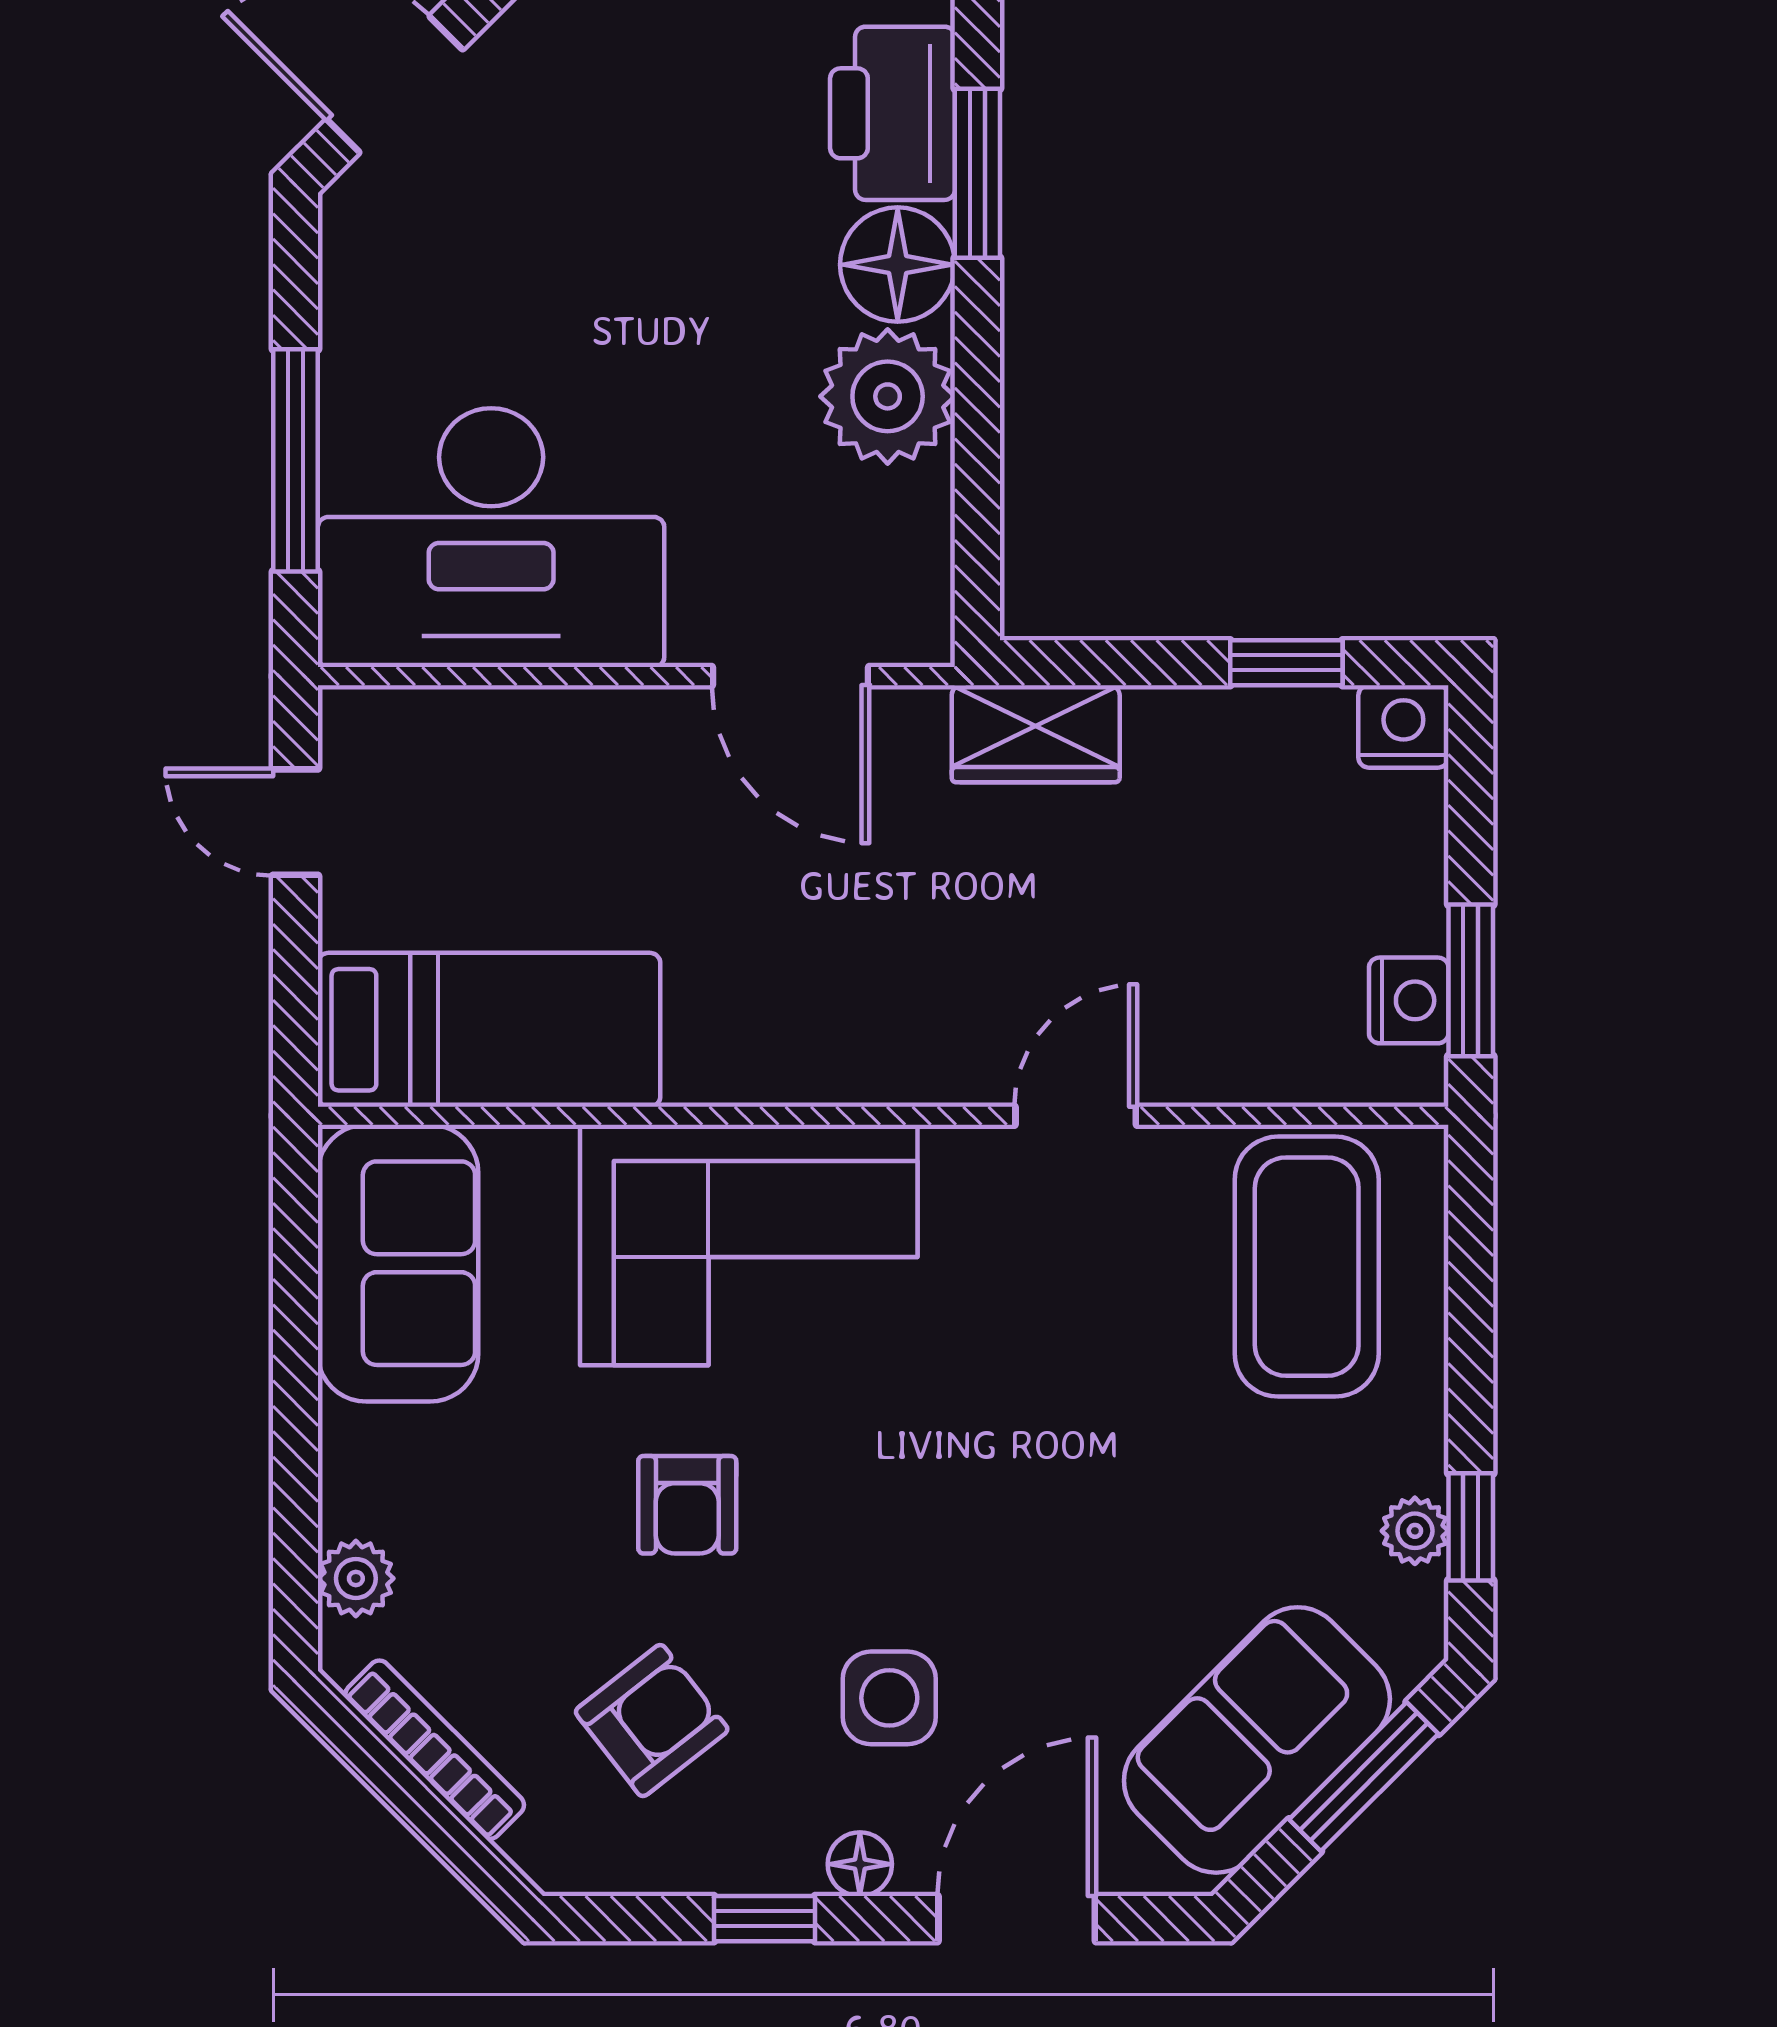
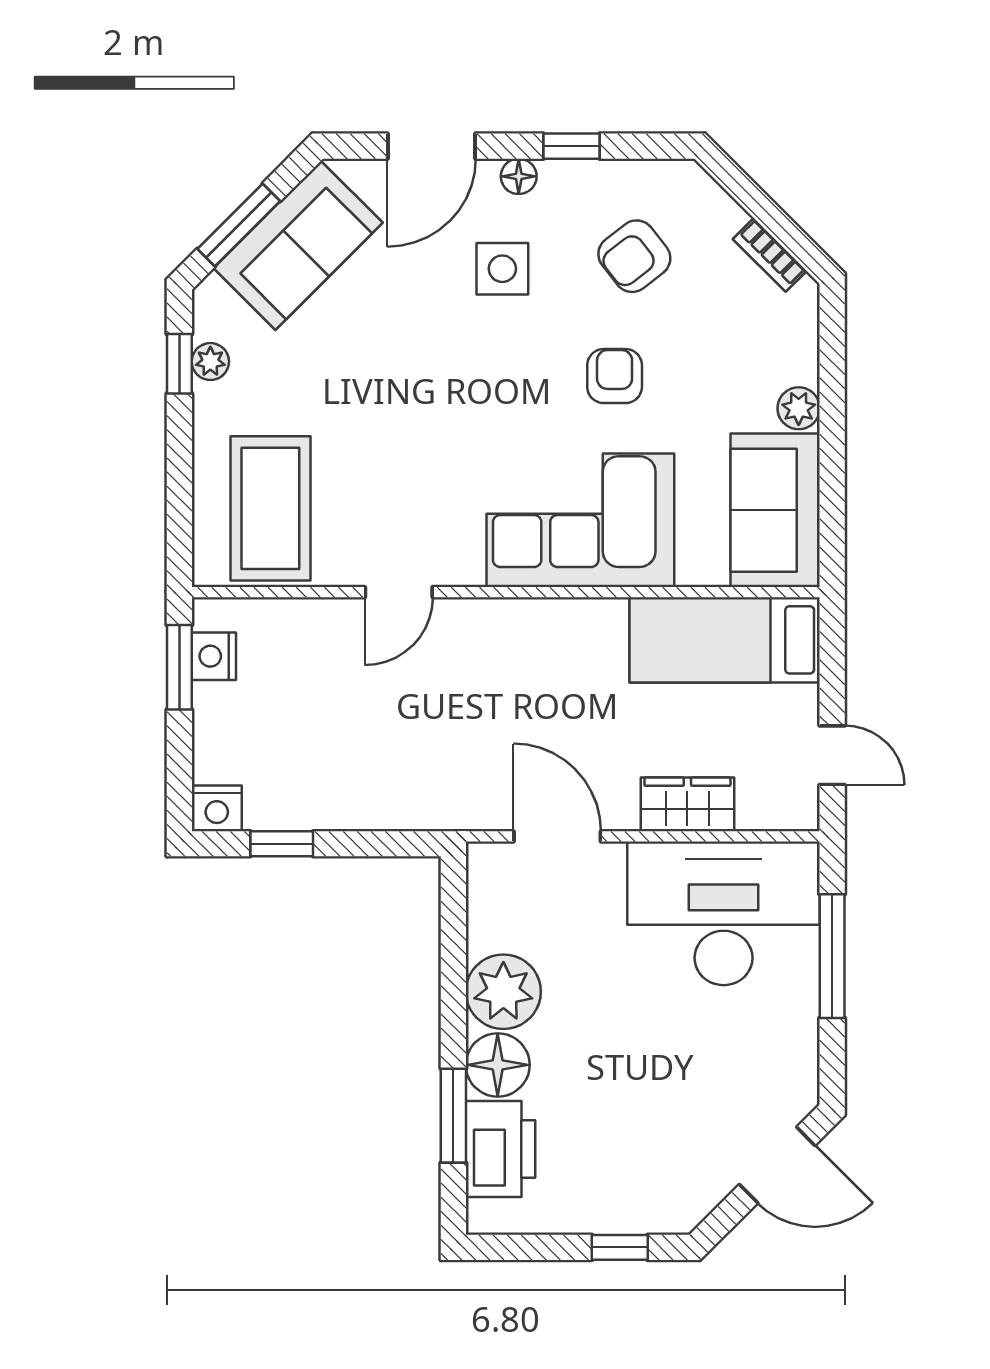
wardrobe: (1036, 734) -> (687, 804), moved
plant: (356, 1578) -> (799, 408), moved
bookcase: (435, 1750) -> (770, 255), width x0.64

